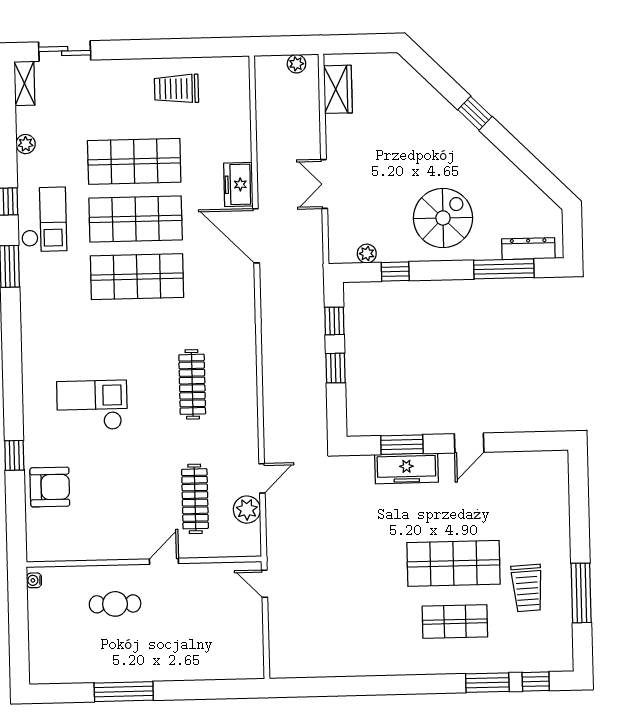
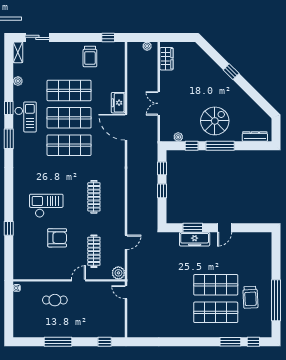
window: (214, 47) -> (108, 37), added
trolley: (176, 89) -> (90, 57), turned -90
window: (504, 269) -> (220, 146), moved
armchair: (50, 487) -> (57, 238), moved
plant: (247, 510) -> (118, 273), moved
window: (581, 593) -> (276, 300), width x1.46
shop shelf: (455, 622) -> (216, 312), width x1.43, depth x1.36
window: (222, 689) -> (105, 342), added

